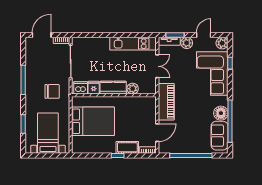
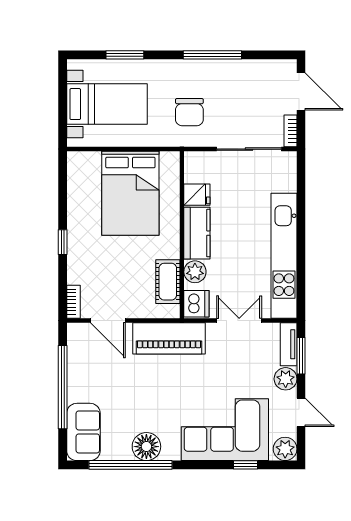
kitchen unit: (133, 44) -> (284, 256), width x1.36
double door: (157, 66) -> (239, 321), swing flipped
dishwasher: (81, 88) -> (196, 304), moved
sofa: (220, 136) -> (83, 432), moved, turned 90
cot: (127, 147) -> (168, 282), moved

